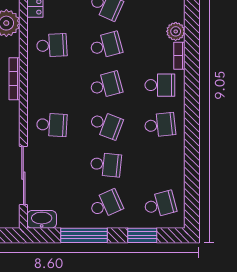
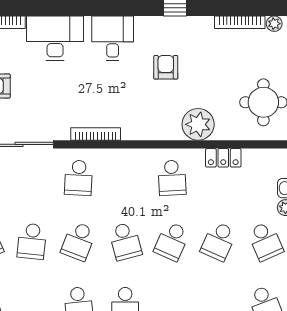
school desk: (106, 45) -> (172, 241), turned 39
bookcase: (14, 79) -> (96, 134), moved

